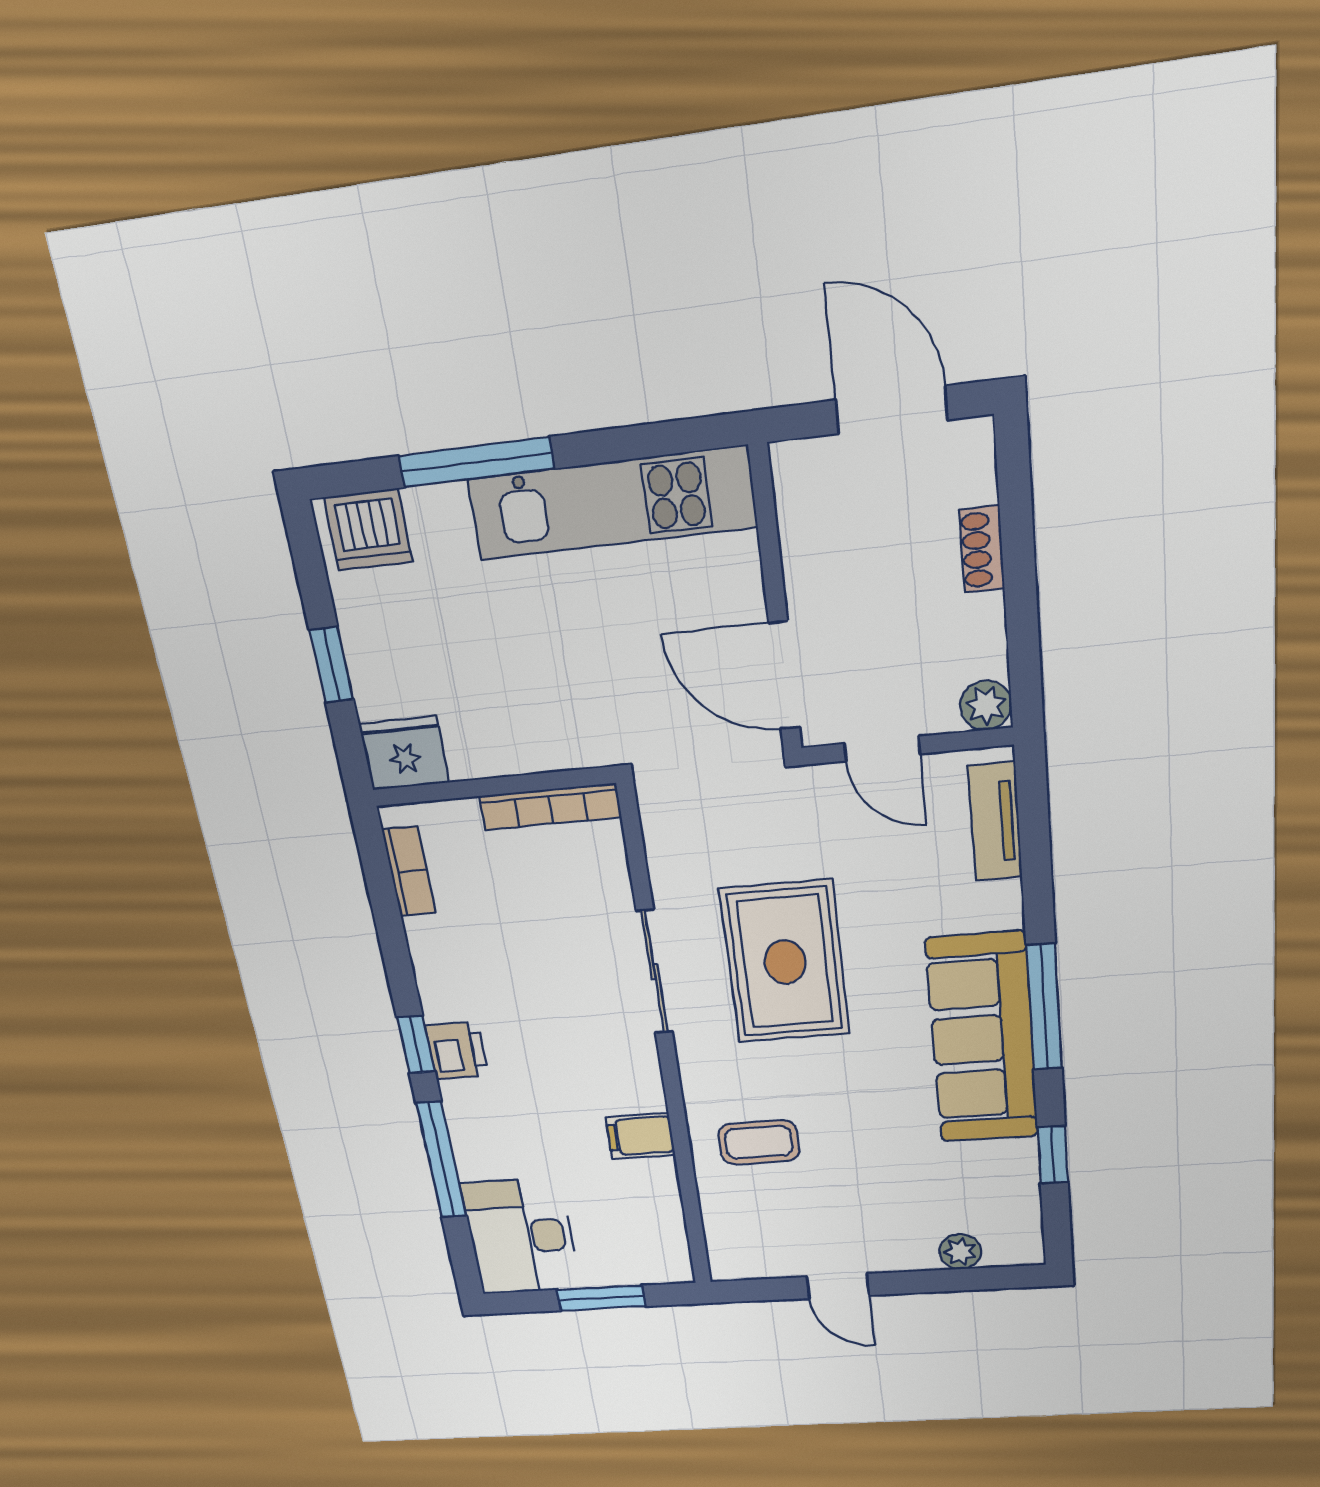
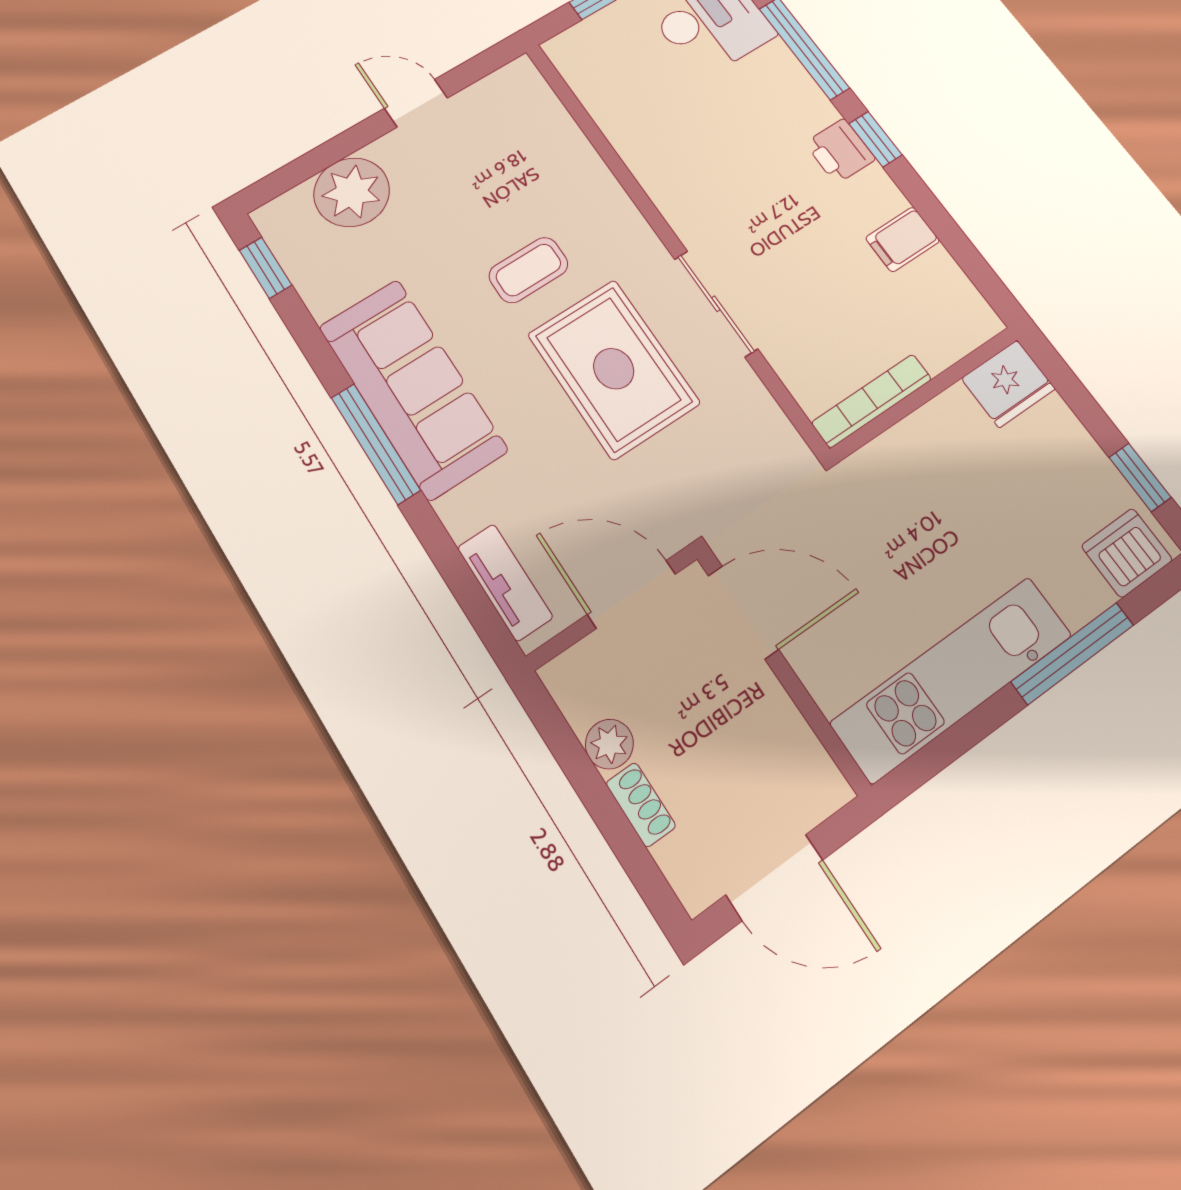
window: (332, 665) -> (1140, 477), moved
plant: (986, 705) -> (609, 744), moved
door: (882, 749) -> (632, 594), width x1.38
bookcase: (409, 871) -> (955, 286), removed
filing cabinet: (640, 1136) -> (903, 239), moved, turned 180
coffee table: (759, 1142) -> (528, 270), moved
window: (1053, 1155) -> (265, 268), moved
plant: (960, 1252) -> (352, 192), width x1.88, depth x1.88

